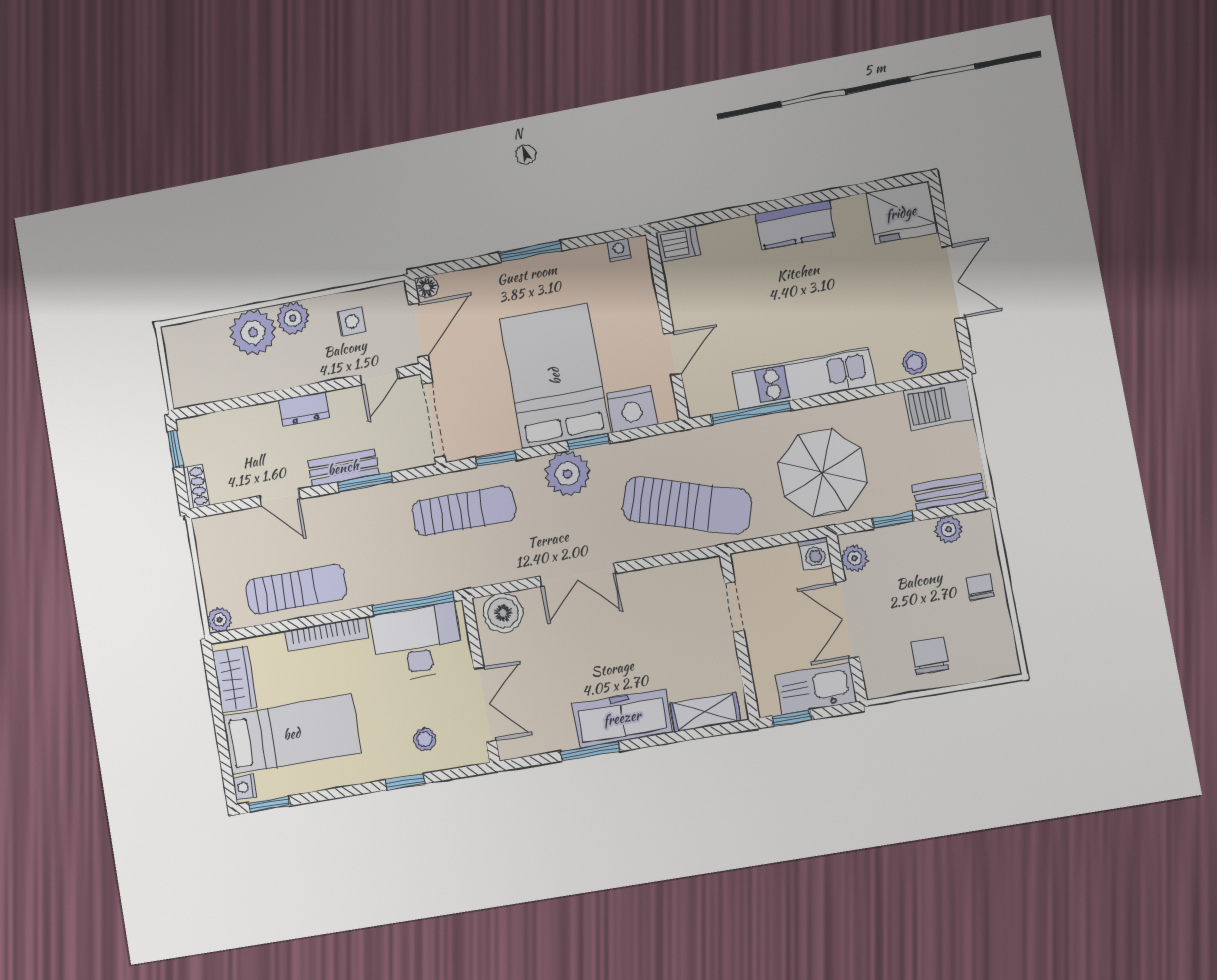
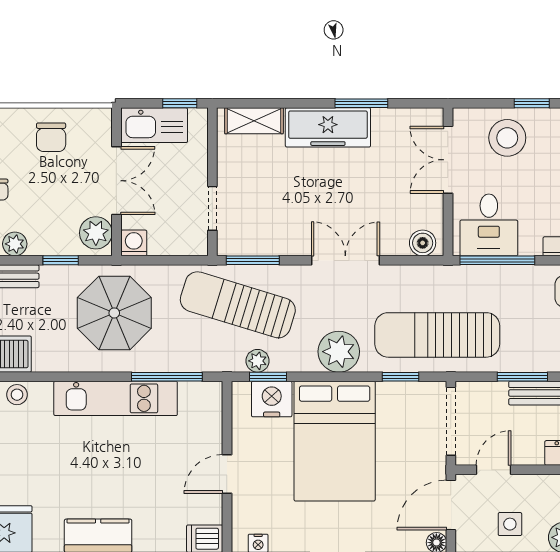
door: (672, 354) -> (227, 474), moved
window: (588, 442) -> (268, 377), moved
plant: (655, 448) -> (257, 361), added
sun lounger: (464, 511) -> (437, 335), width x1.36, depth x1.34
window: (679, 557) -> (253, 260), added
plant: (854, 558) -> (96, 233), width x1.38, depth x1.38
boiler: (503, 613) -> (423, 243), width x0.73, depth x0.73
desk: (417, 643) -> (489, 225), width x0.73
stool: (425, 739) -> (507, 138), width x1.89, depth x1.89

